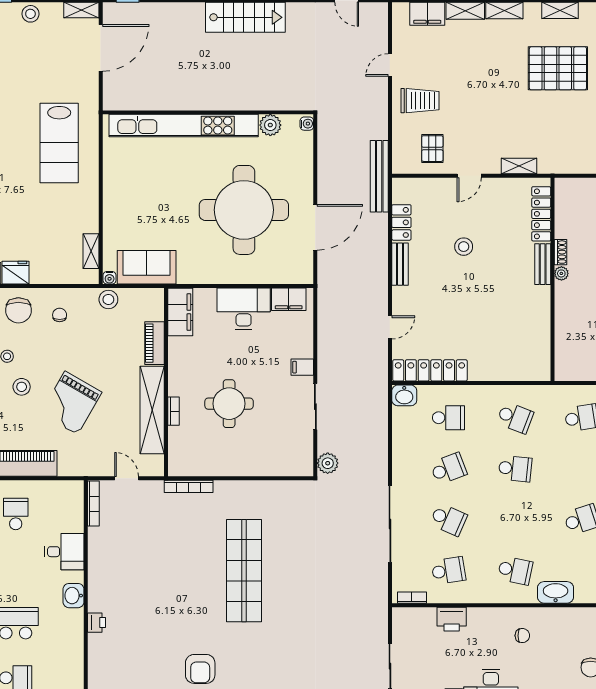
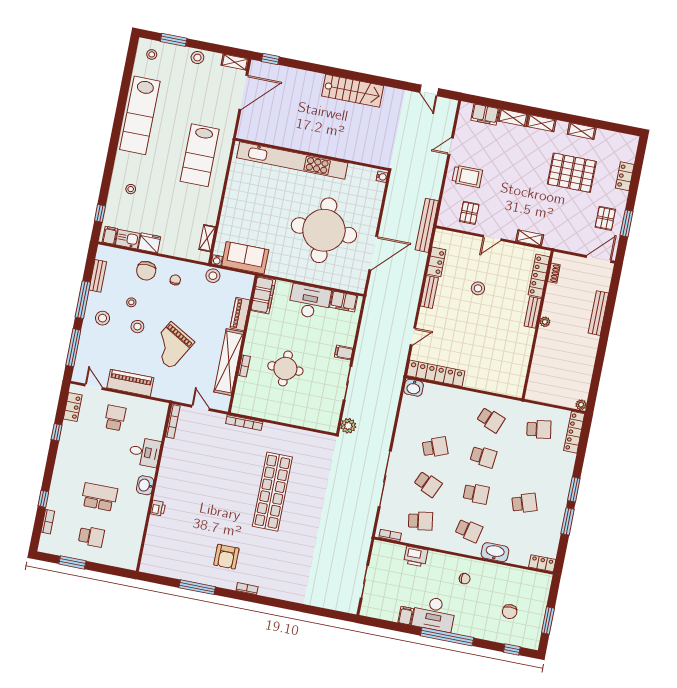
plant: (270, 125) -> (355, 173), removed
shoe rack: (560, 252) -> (554, 273), moved
school desk: (448, 418) -> (476, 494), moved

